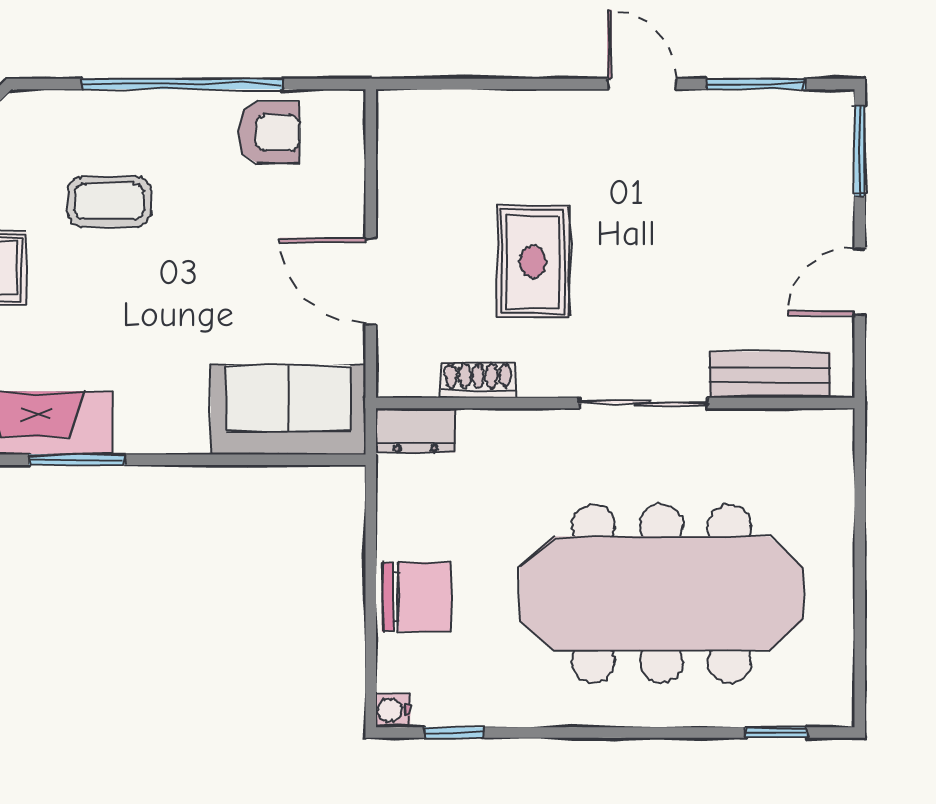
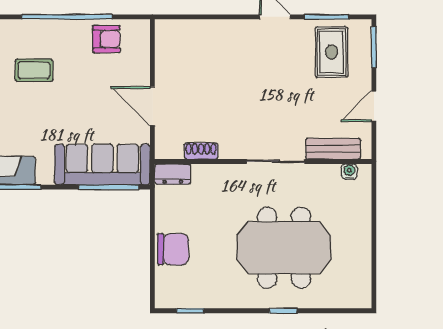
rug: (533, 262) -> (332, 52), moved
sofa: (288, 410) -> (102, 165), width x1.36
window: (274, 460) -> (109, 187), added
meeting table: (661, 594) -> (284, 248), width x0.73
water cooler: (393, 710) -> (349, 172), moved, turned 90
window: (776, 733) -> (283, 311), moved

